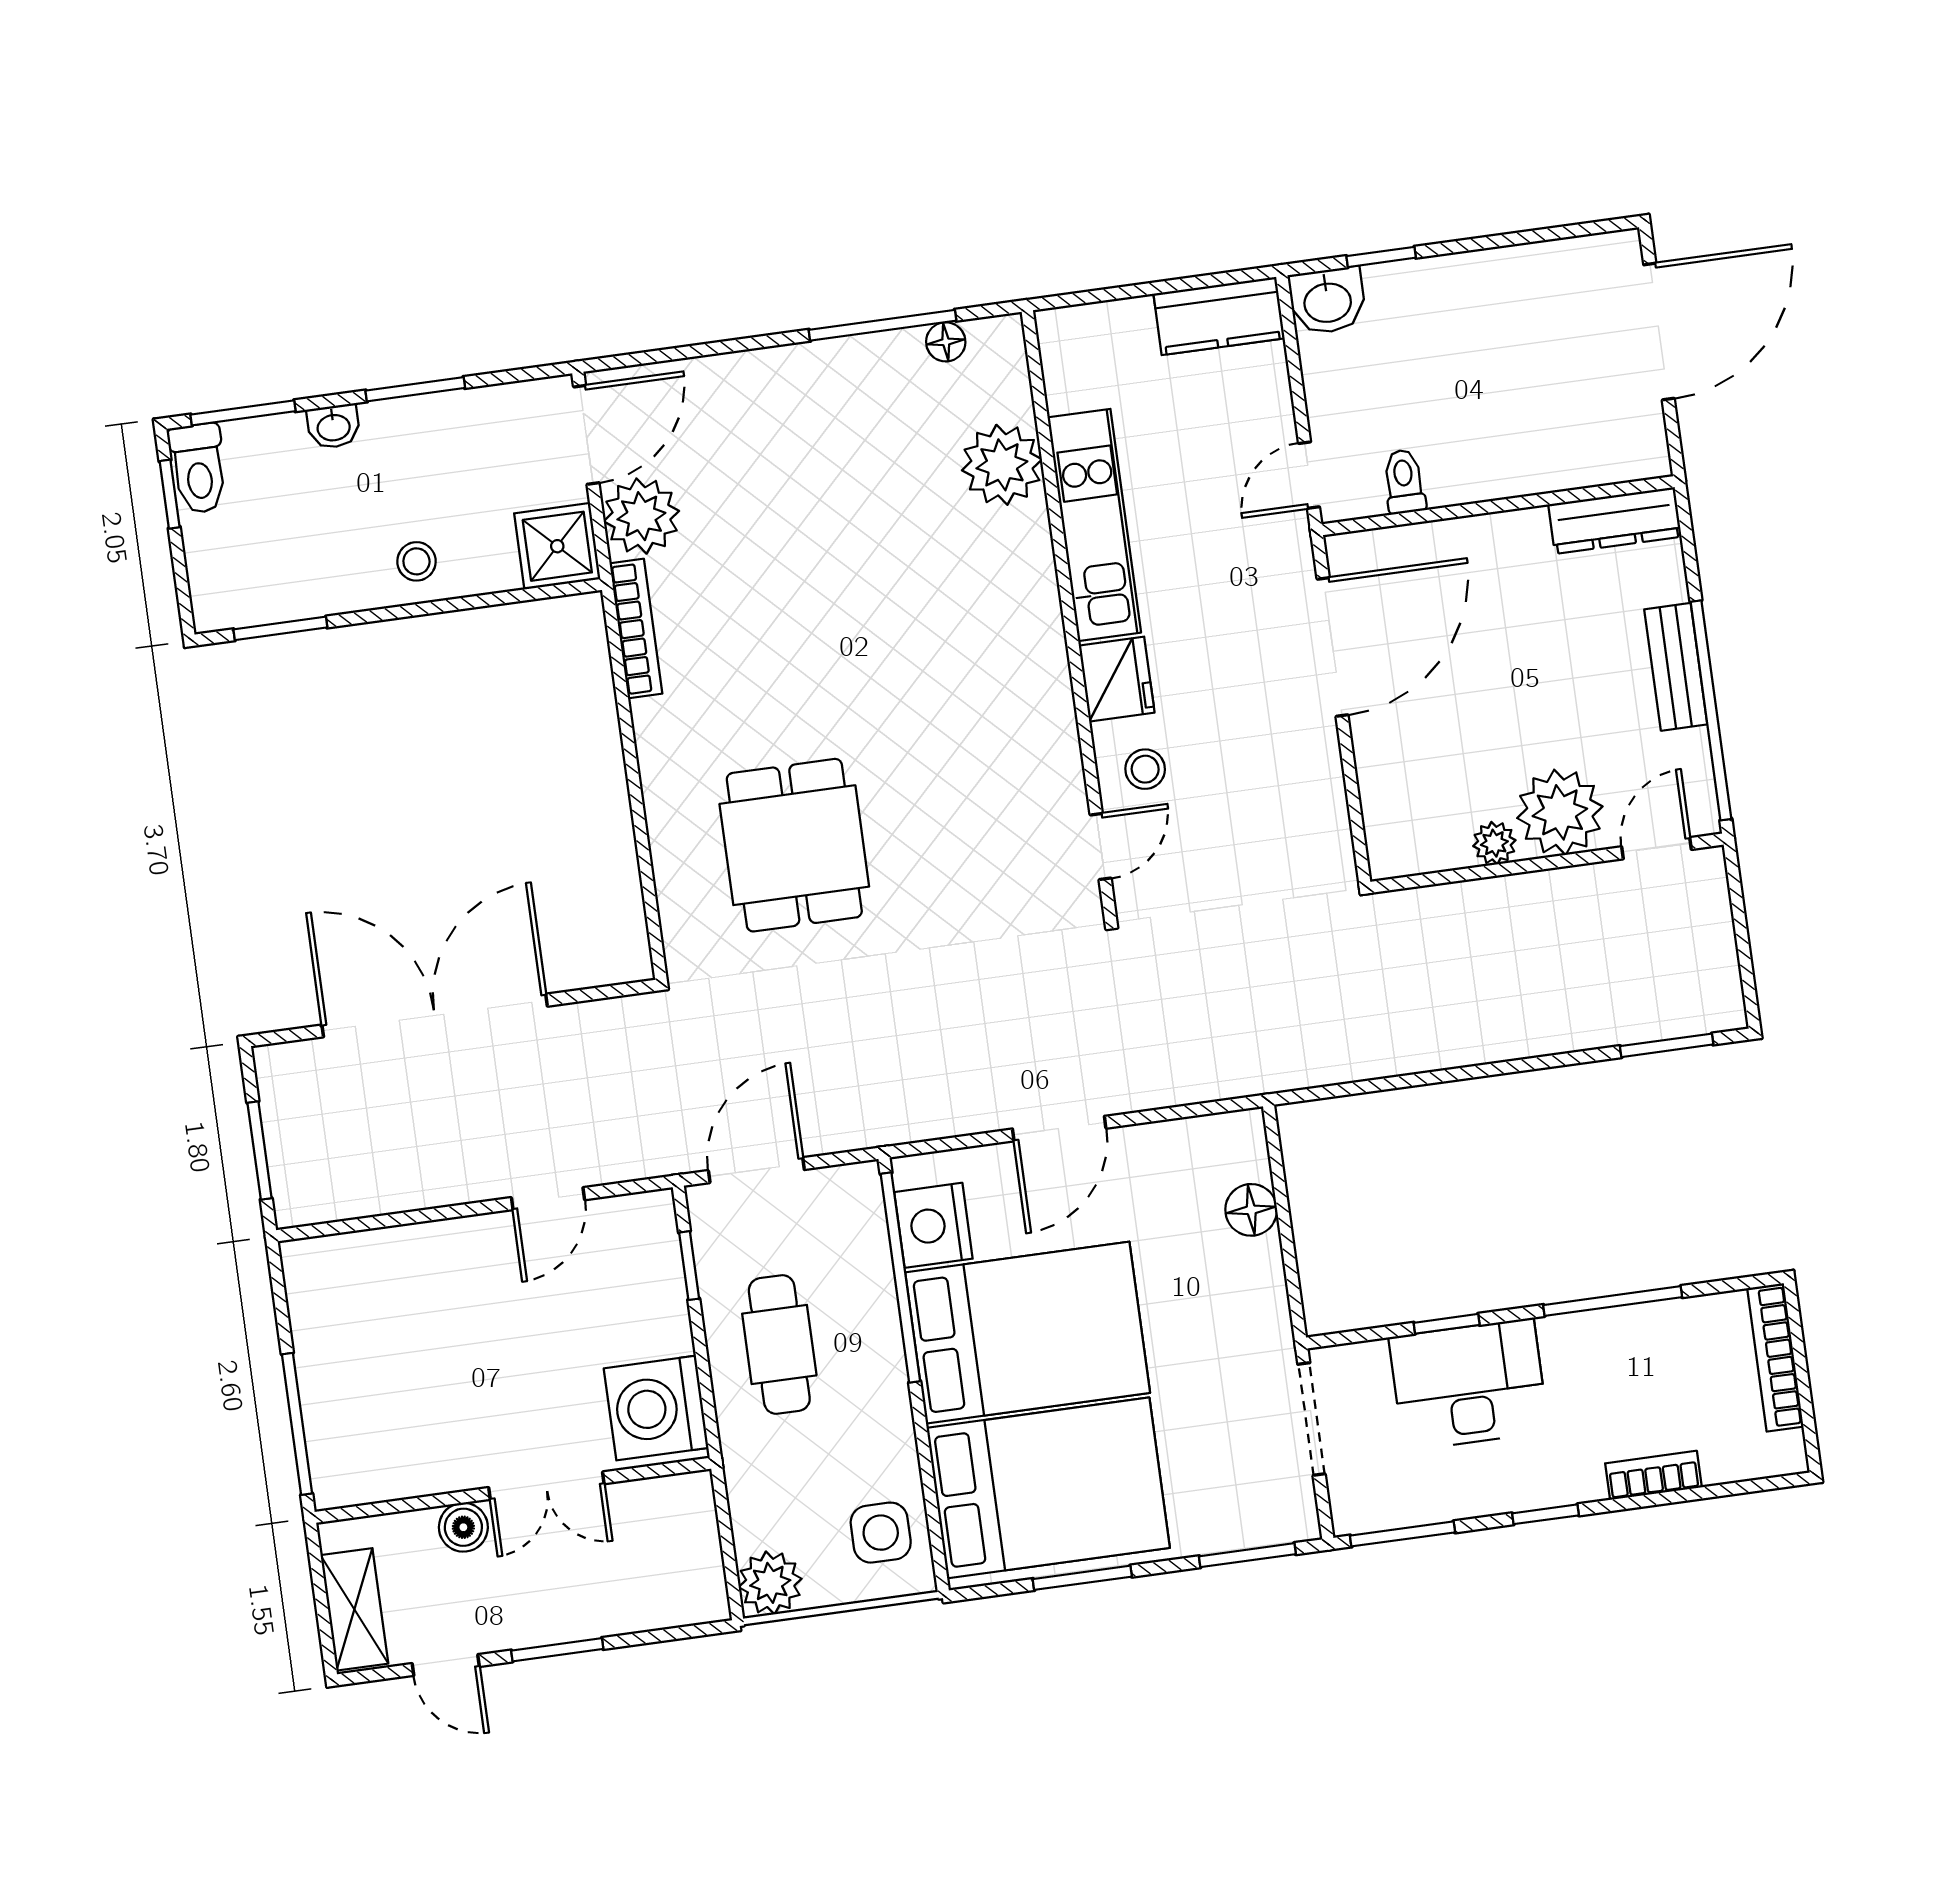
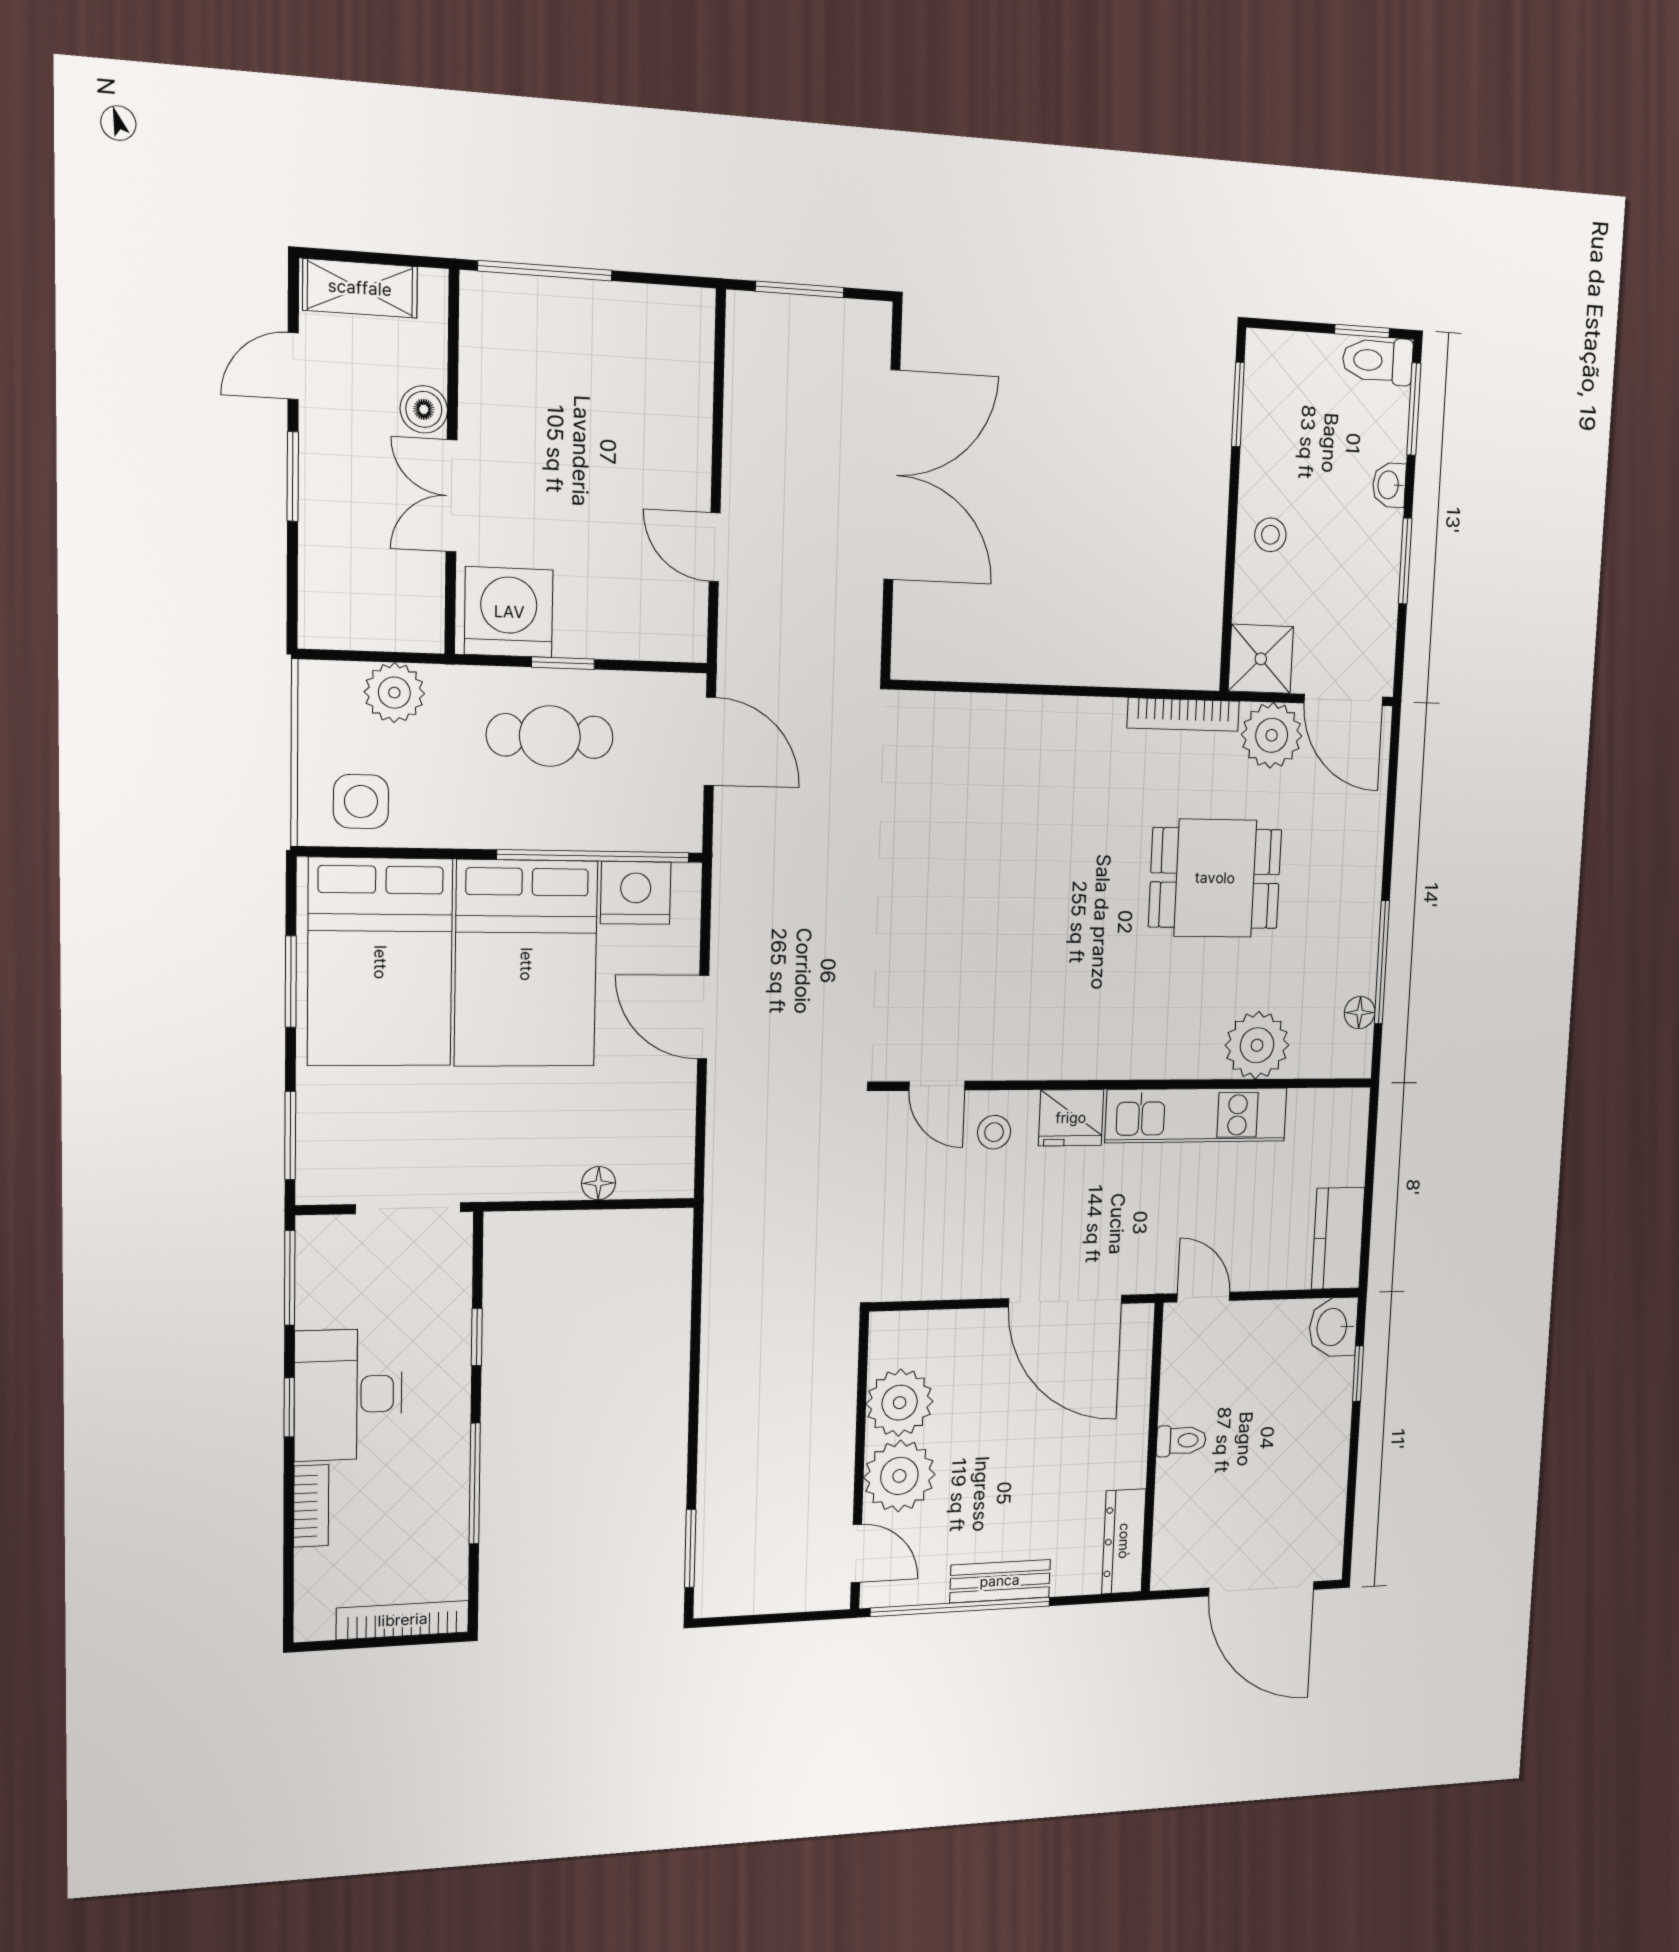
toilet: (1404, 482) -> (1181, 1441), moved
plant: (1494, 843) -> (900, 1403), width x1.88, depth x1.88
dining table: (794, 845) -> (1215, 878), moved
floor lamp: (1251, 1210) -> (599, 1183), width x0.73, depth x0.73
window: (689, 1266) -> (563, 663), moved
desk: (1469, 1384) -> (348, 1395), moved, turned 180
plant: (770, 1583) -> (394, 693), moved

